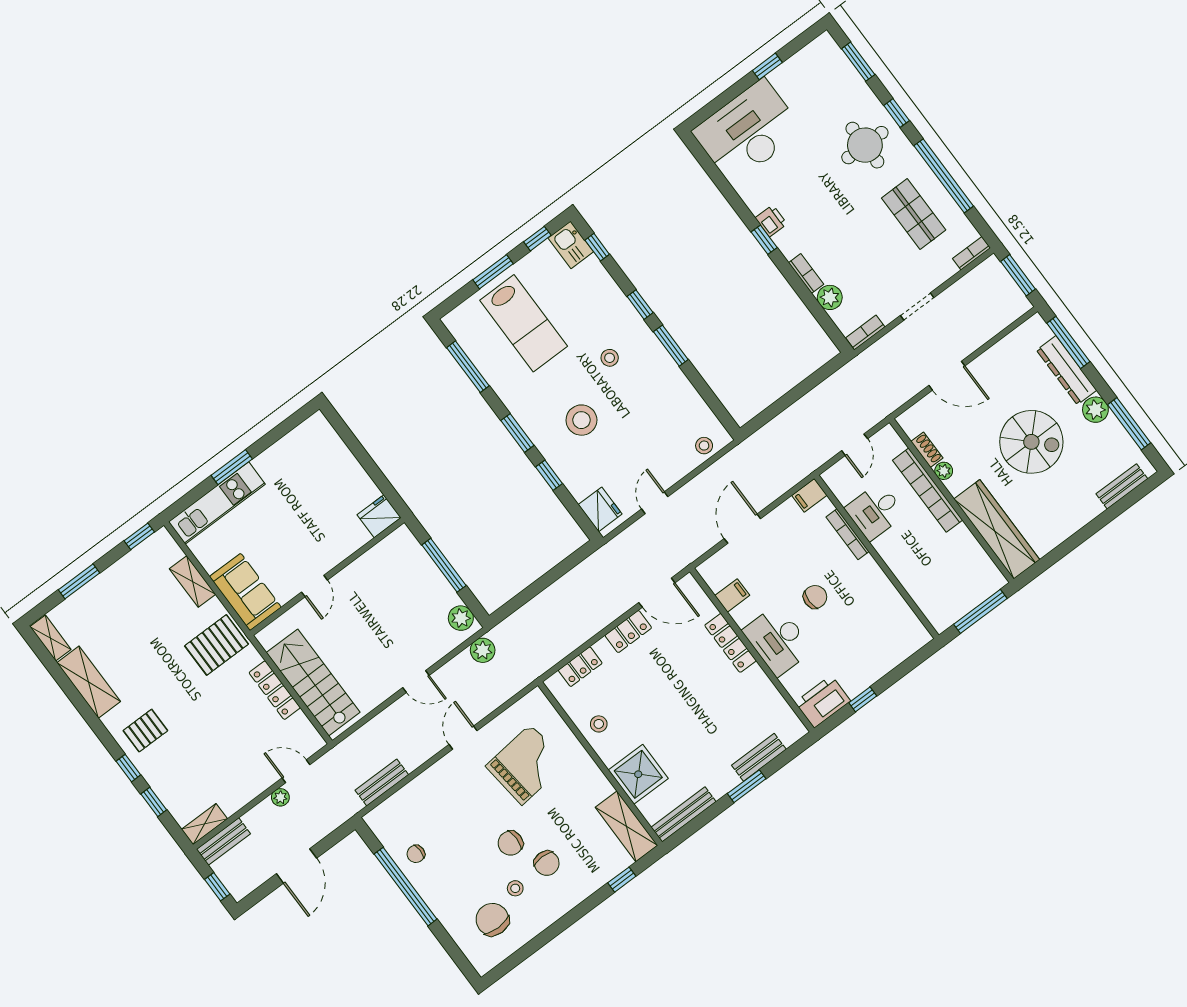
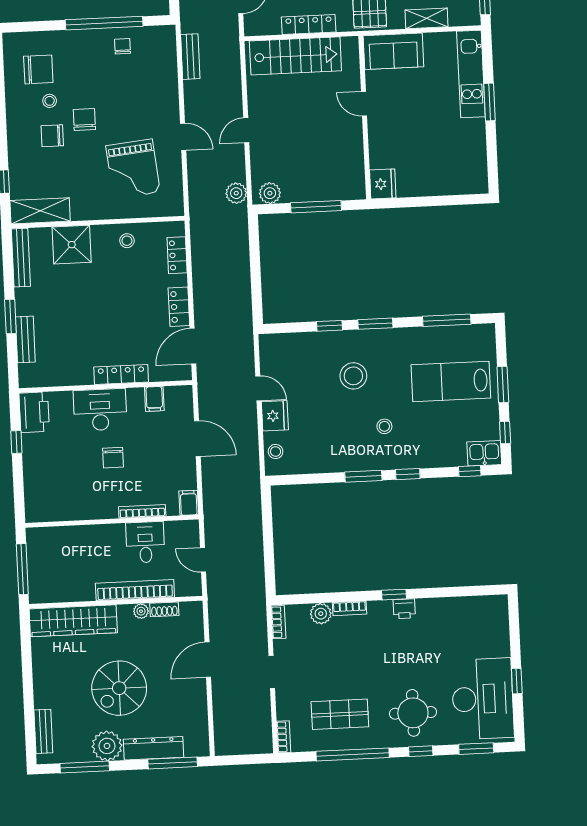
desk: (748, 131) -> (483, 699), moved
window: (1018, 275) -> (245, 759), removed
plant: (1095, 410) -> (107, 746), width x1.36, depth x1.36
fridge: (600, 509) -> (275, 416), moved, turned -90

